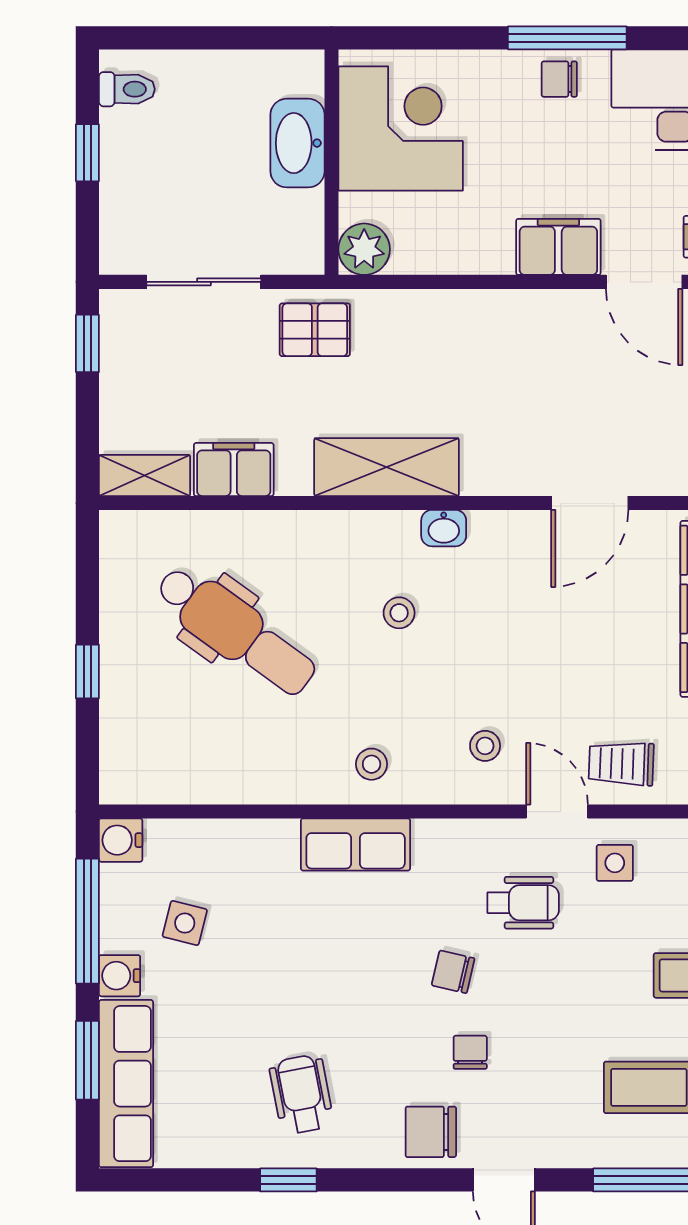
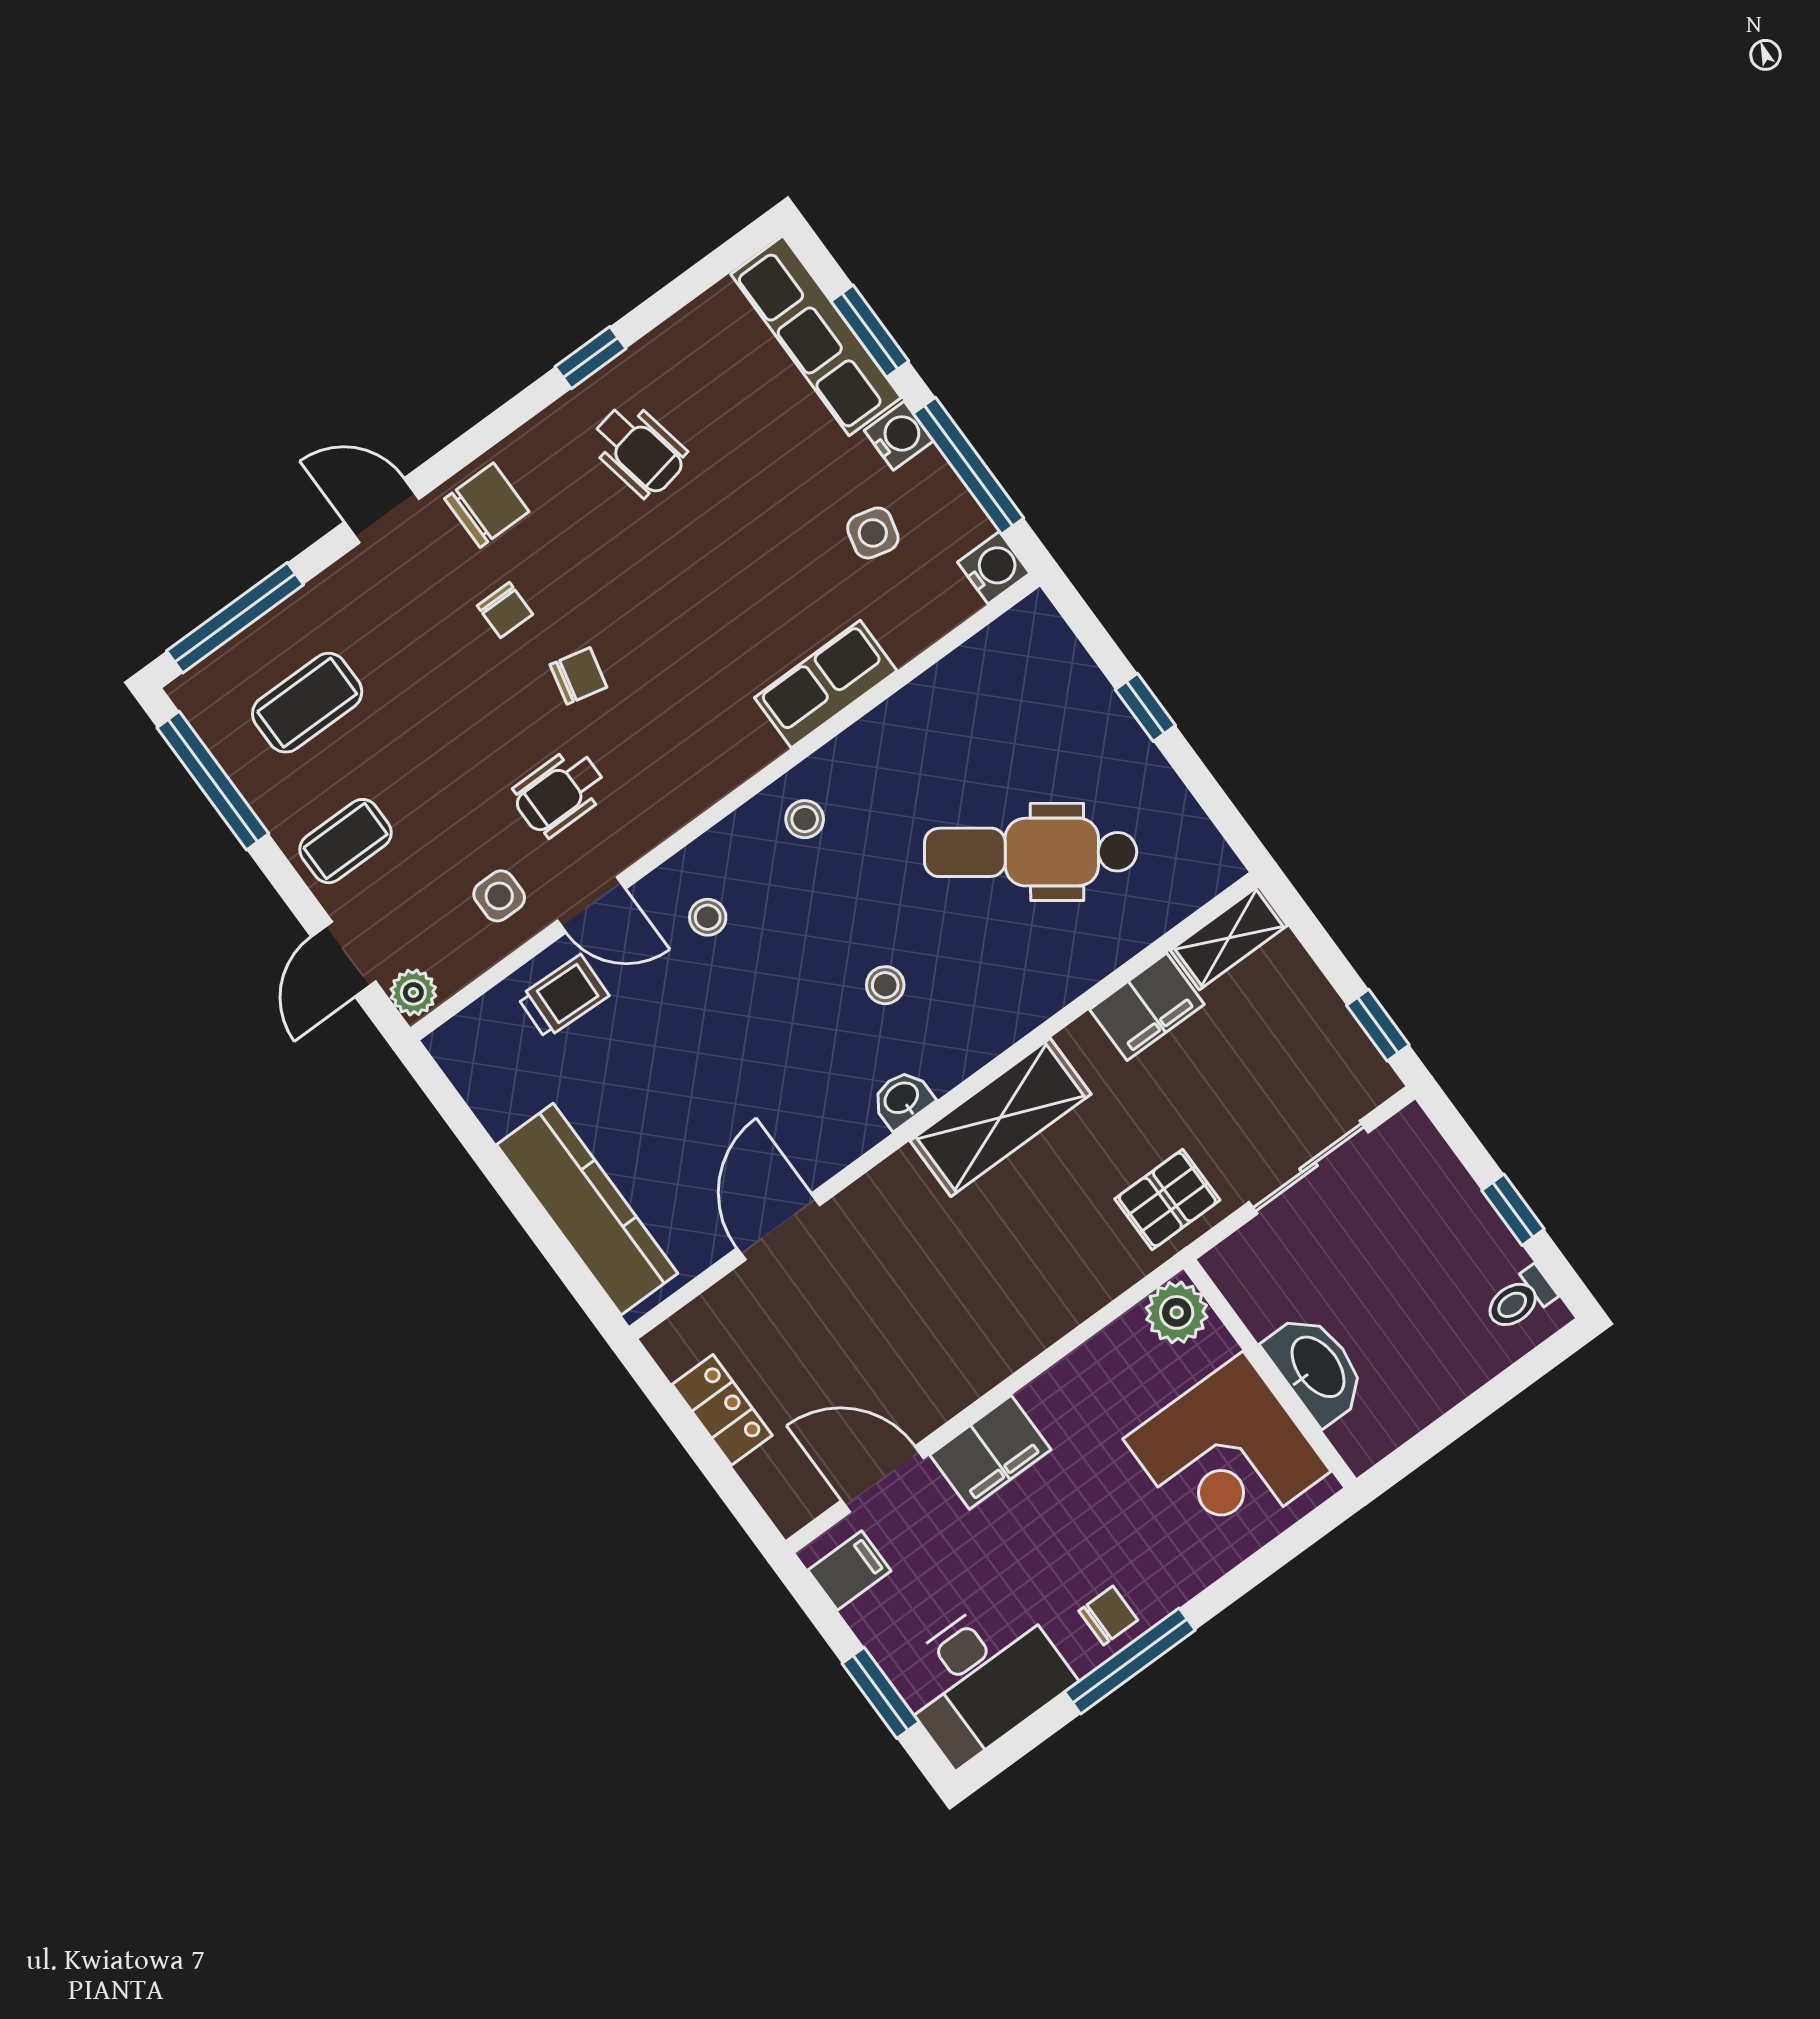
row of seats: (356, 845) -> (826, 684), moved

